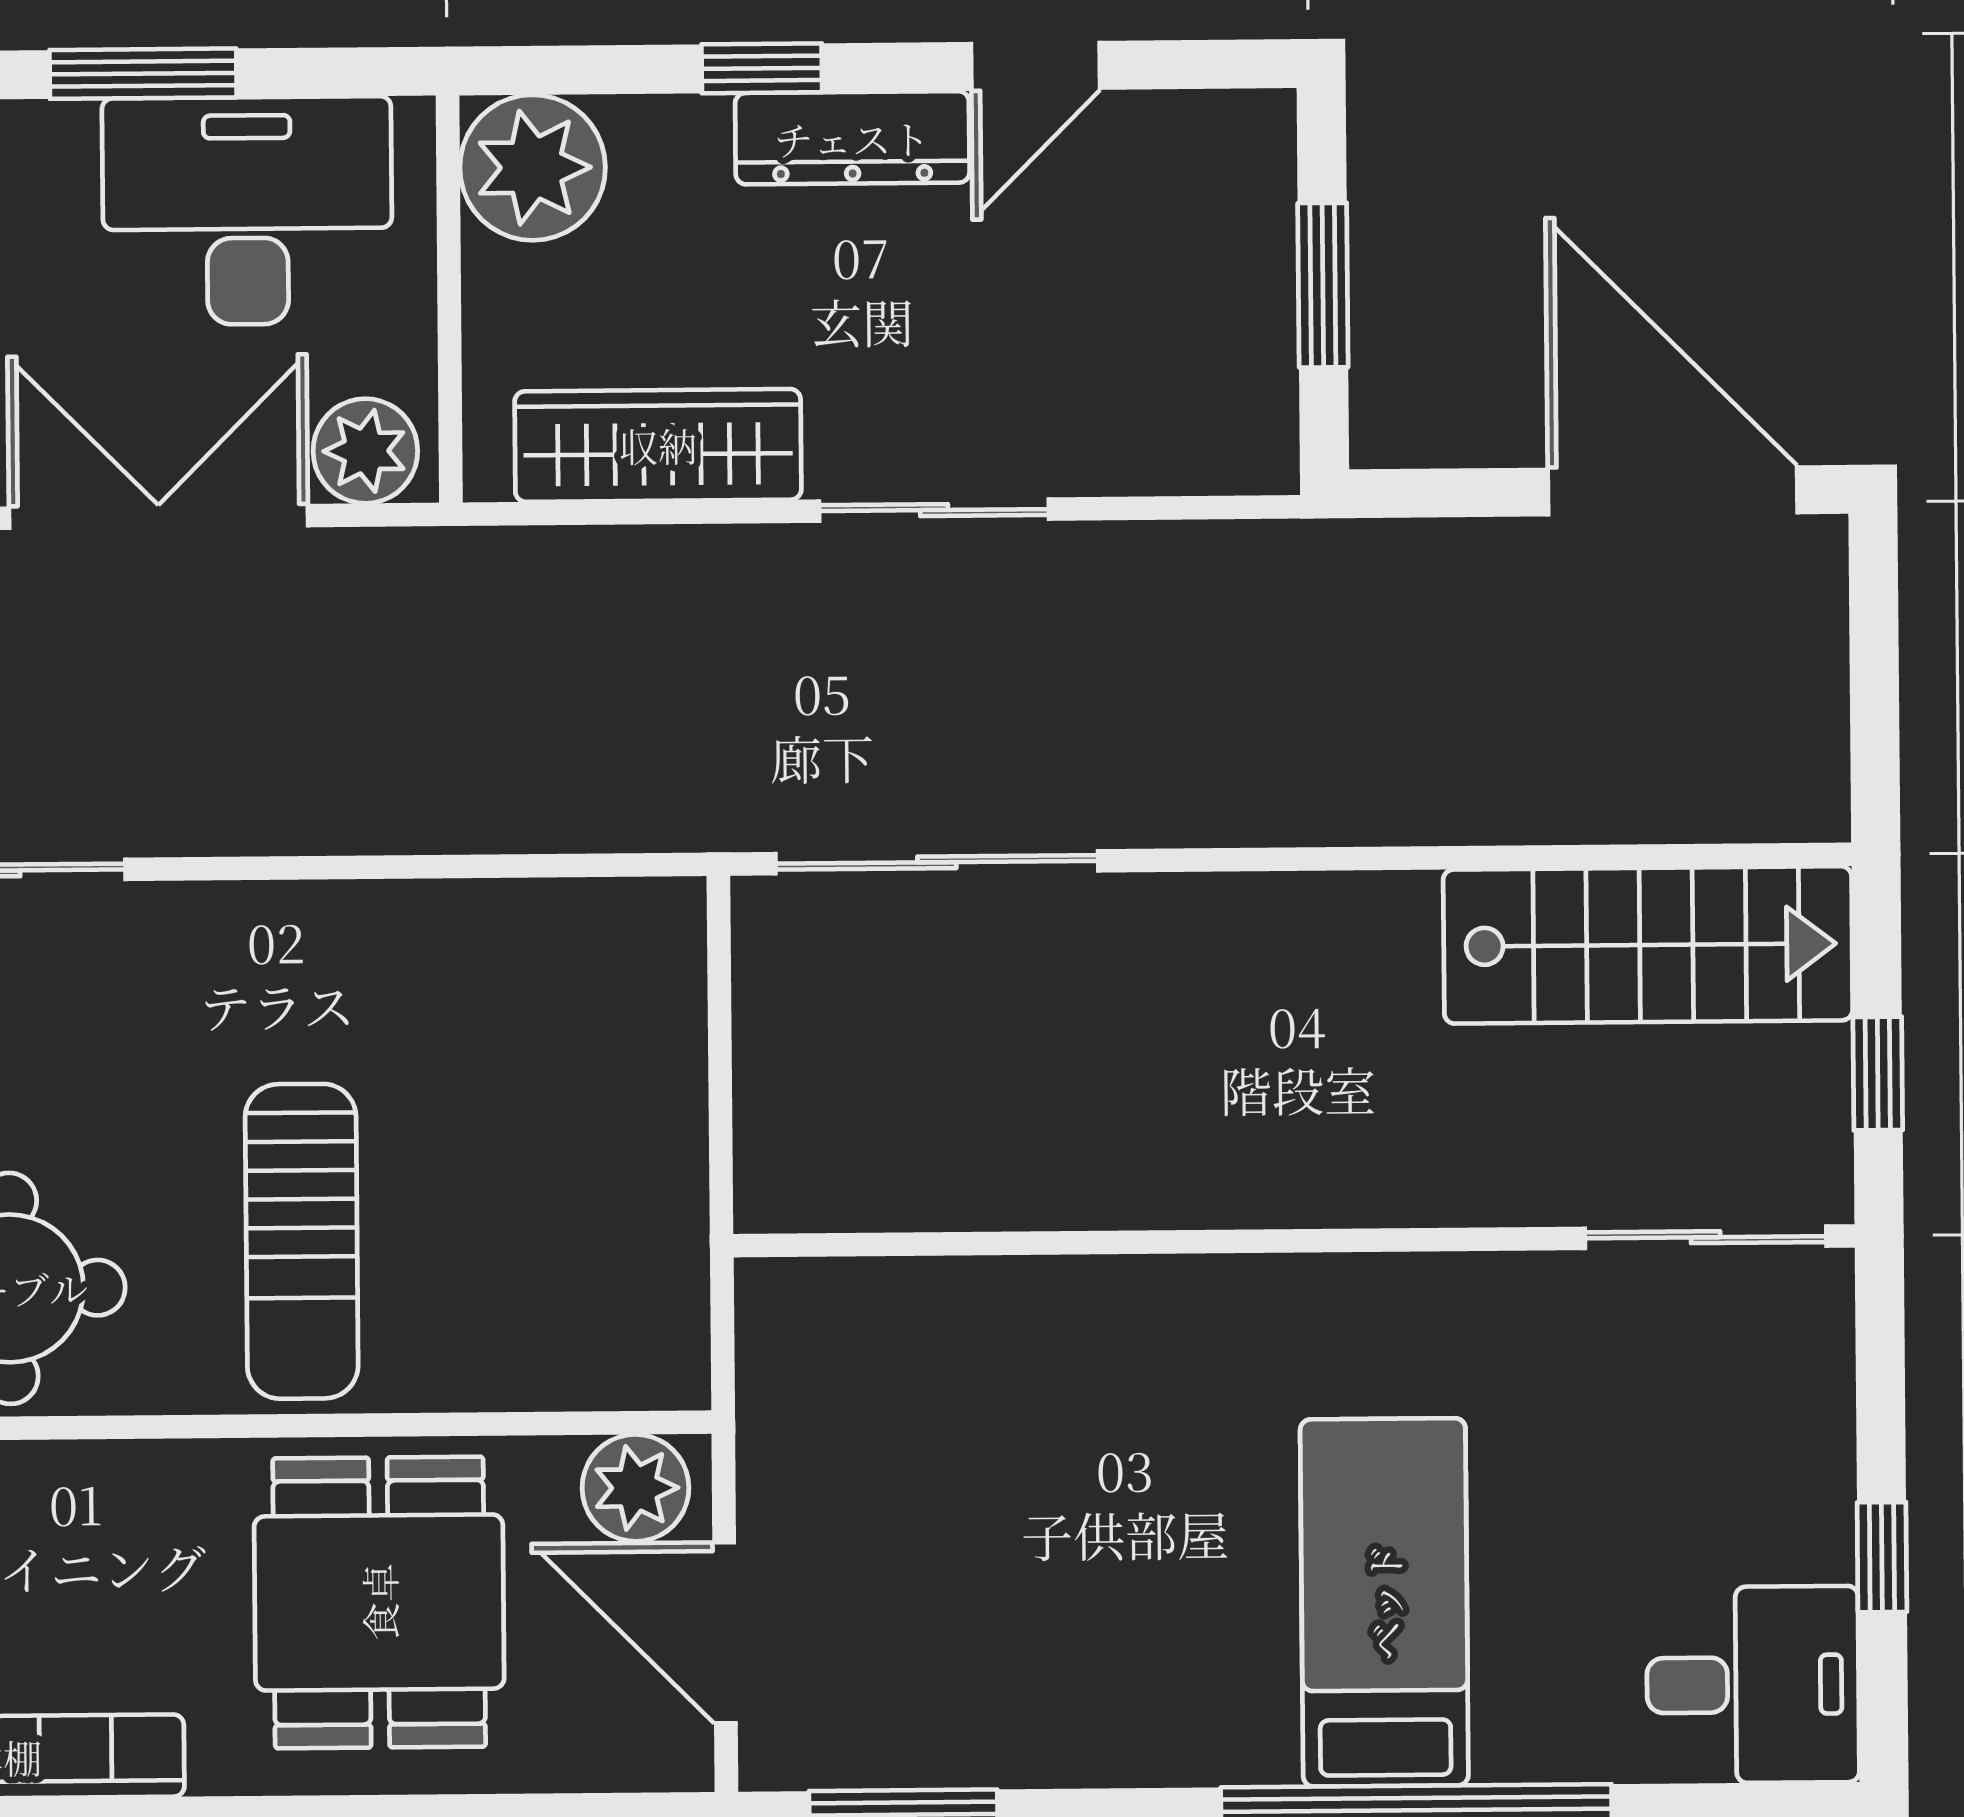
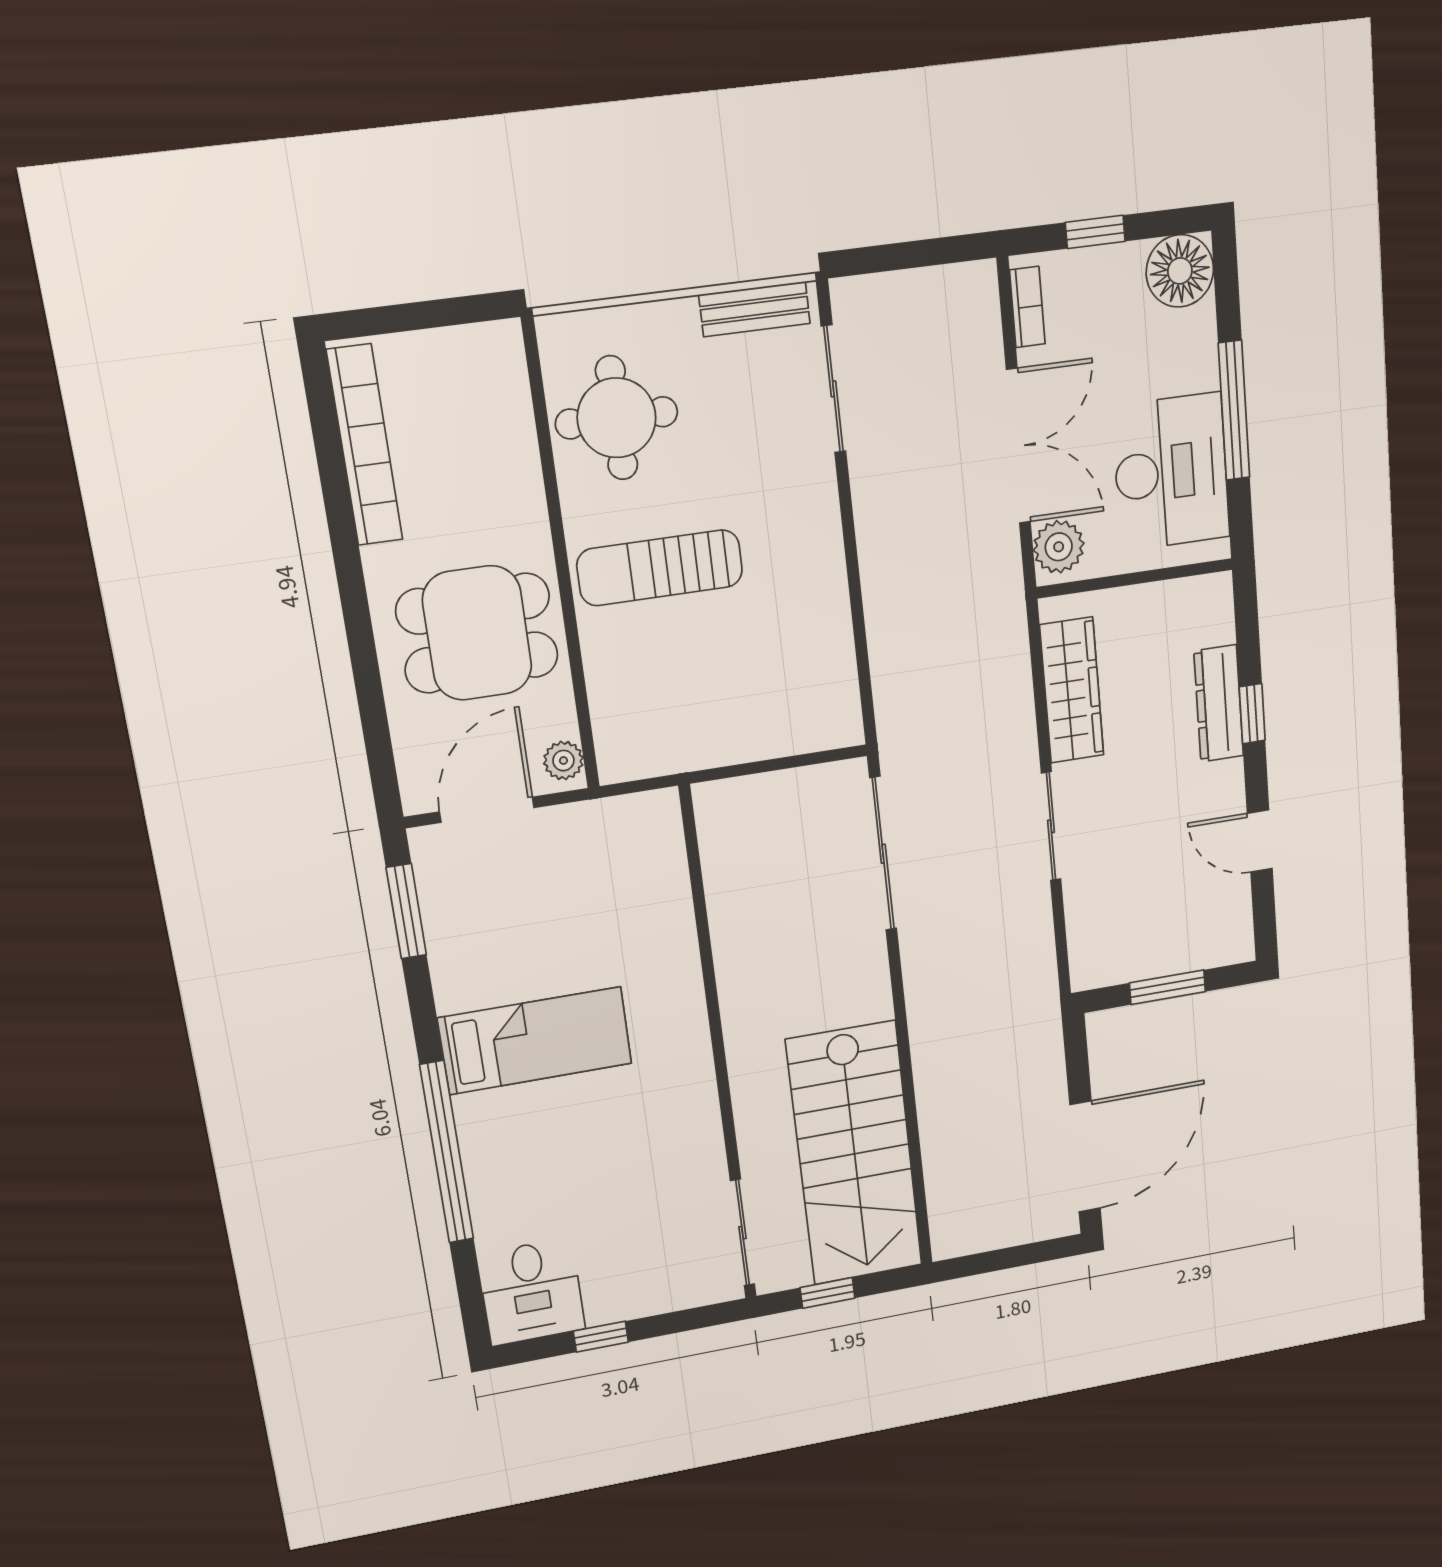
window: (143, 74) -> (1234, 411), width x1.44
dresser: (852, 138) -> (1219, 703), moved
plant: (533, 168) -> (1200, 610), removed
stairs: (1648, 945) -> (855, 1154), width x1.36, depth x1.51
plant: (635, 1488) -> (563, 761), width x0.73, depth x0.73
bed: (1384, 1602) -> (535, 1041), moved

